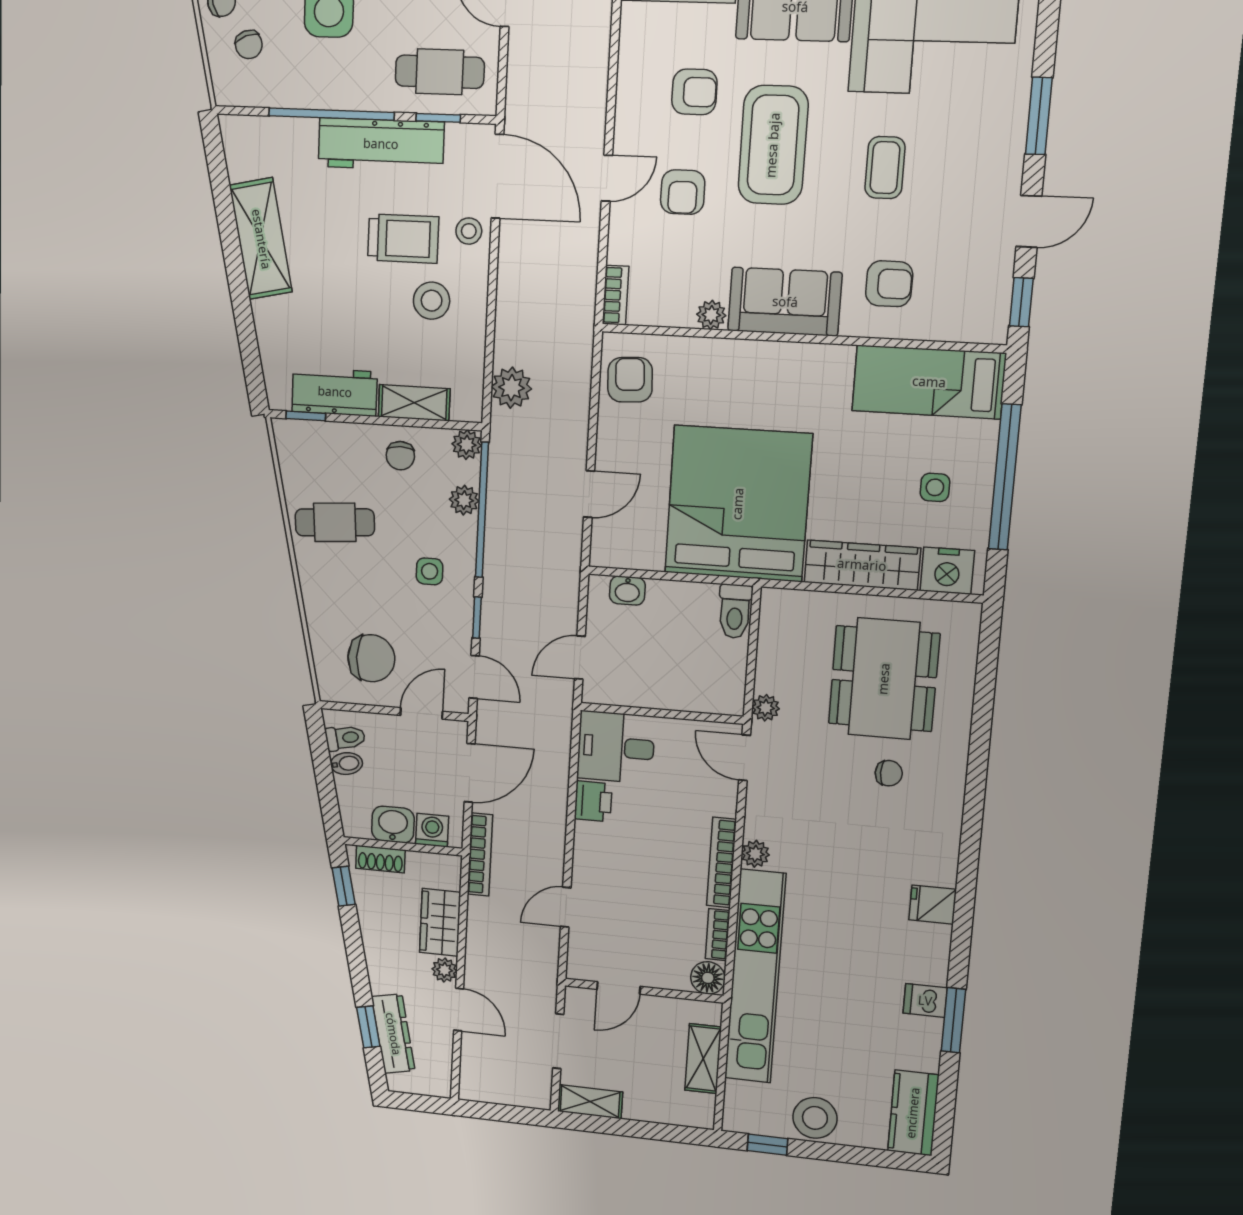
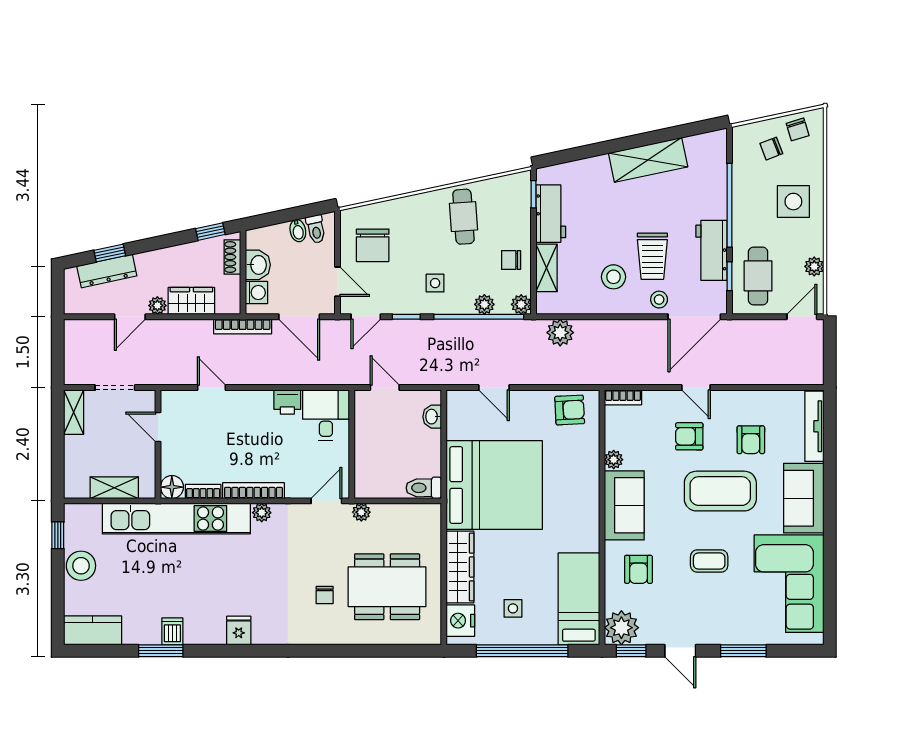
workbench: (381, 144) -> (711, 250), width x0.73
plant: (982, 316) -> (621, 628), added

